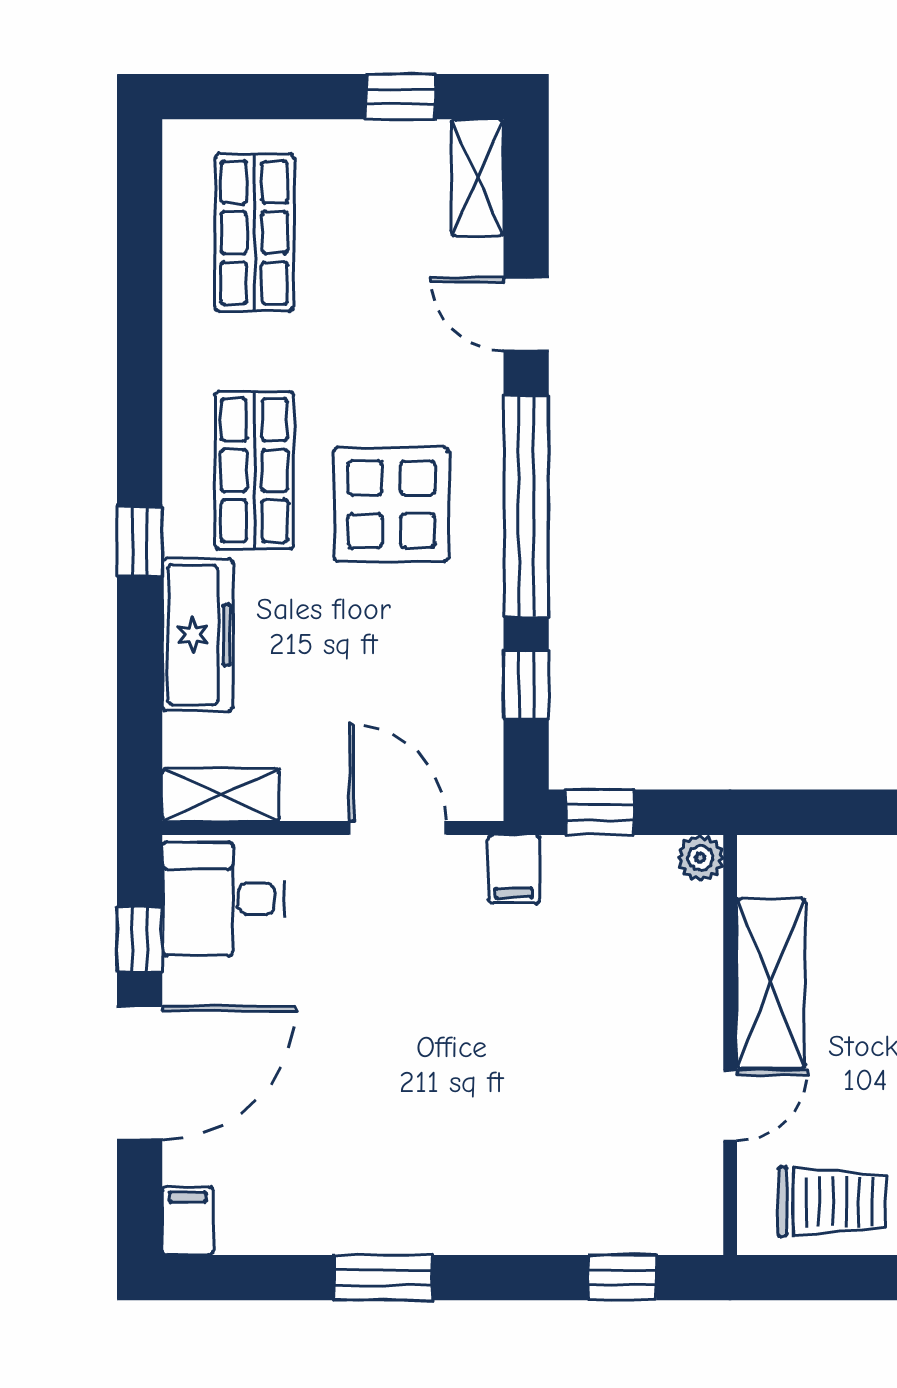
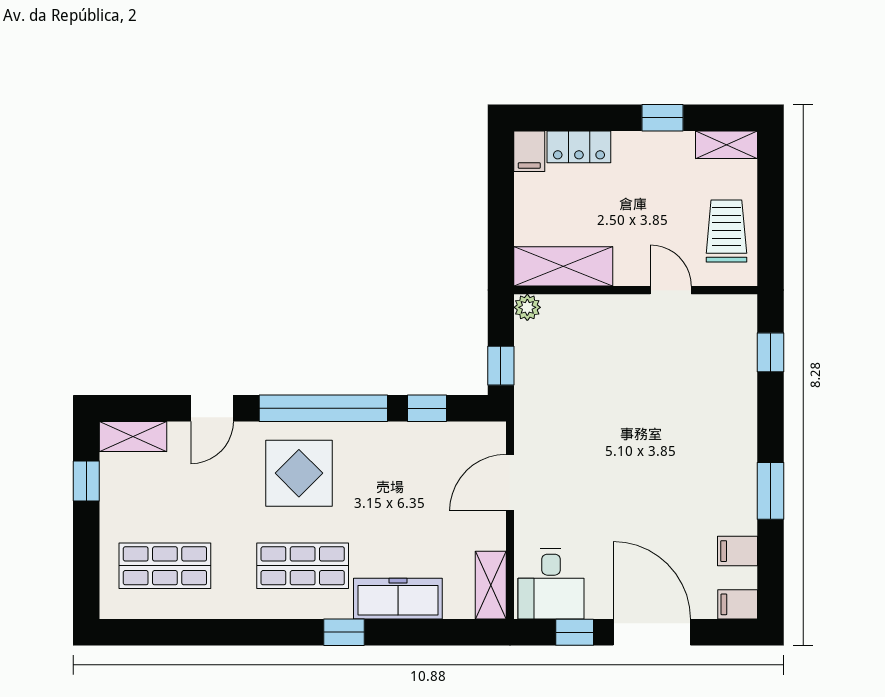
display table: (391, 504) -> (299, 473), moved
filing cabinet: (514, 869) -> (738, 551), moved, turned 180
shelving: (771, 983) -> (563, 266), moved

